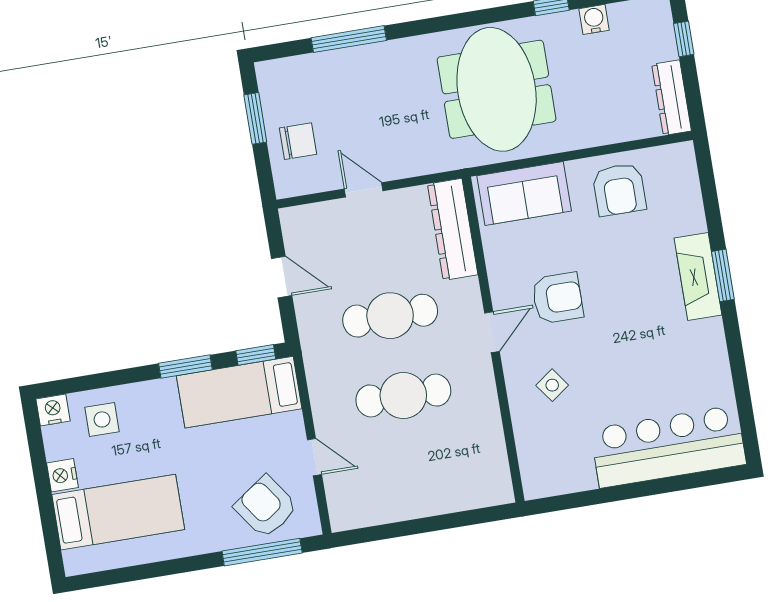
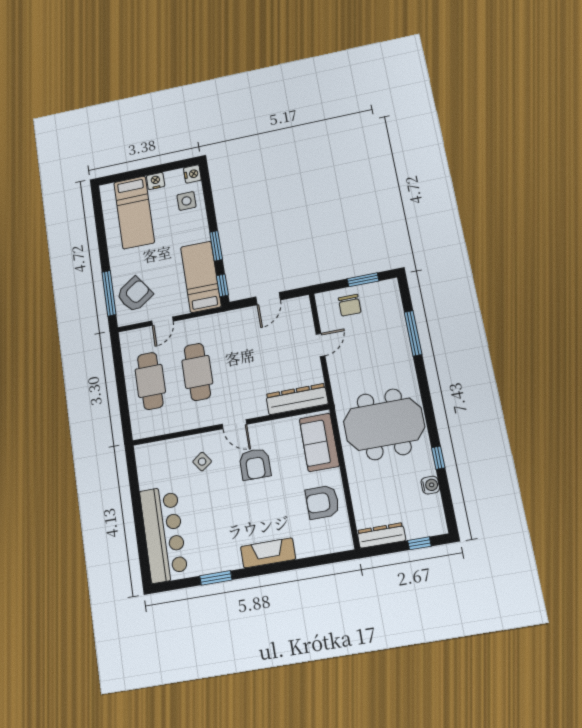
window: (723, 275) -> (216, 578), moved
cafe table: (390, 316) -> (150, 381), moved

